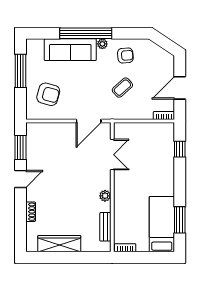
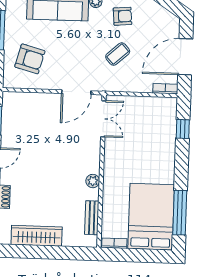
door: (180, 88) -> (185, 57), width x1.36
double door: (112, 155) -> (103, 119), moved
window: (180, 220) -> (180, 213), width x1.44
bed: (162, 224) -> (151, 217), width x1.50

